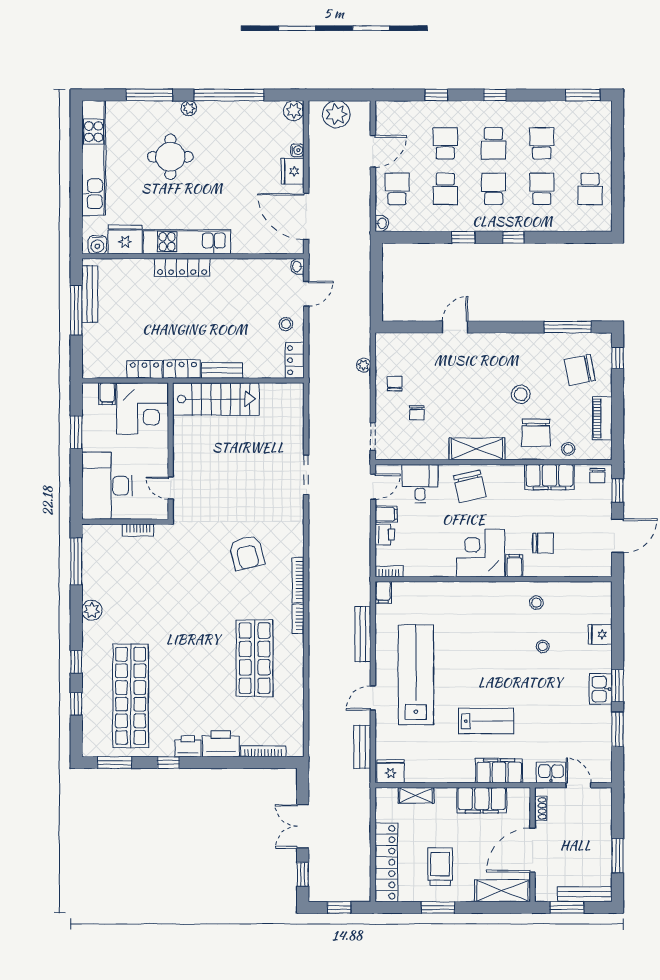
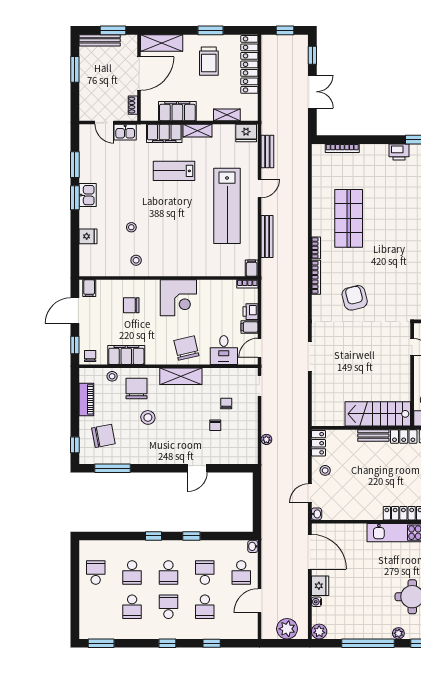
chair: (395, 384) -> (215, 425), moved
filing cabinet: (514, 566) -> (89, 288), moved
printer: (221, 744) -> (374, 154), removed
shelving: (455, 774) -> (197, 131), added

